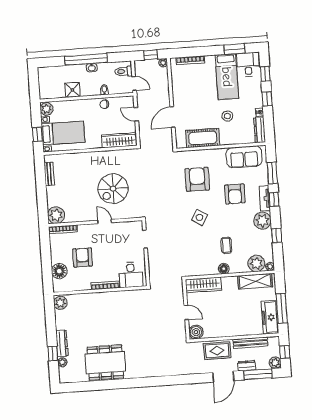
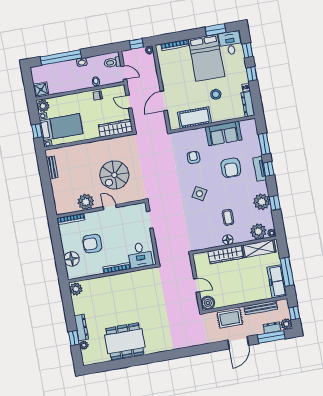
window: (86, 59) -> (61, 57), moved
bed: (227, 77) -> (207, 58), width x1.50
shower: (72, 90) -> (41, 90), moved
sofa: (244, 157) -> (224, 133), moved
armchair: (197, 179) -> (193, 158), width x0.53, depth x0.53
plant: (56, 215) -> (86, 202), moved
plant: (262, 221) -> (262, 202), moved
armchair: (82, 257) -> (92, 244), turned -90
wardrobe: (203, 285) -> (226, 255), moved
dresser: (247, 366) -> (272, 328), moved

